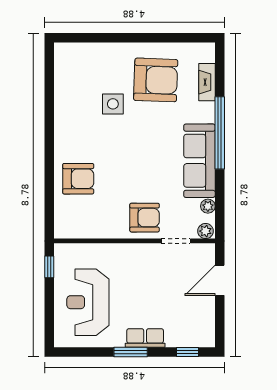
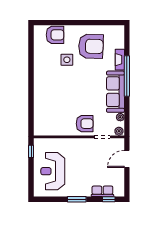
fireplace: (207, 82) -> (120, 60), moved
armchair: (78, 179) -> (55, 35), moved
row of seats: (145, 338) -> (102, 191), moved

